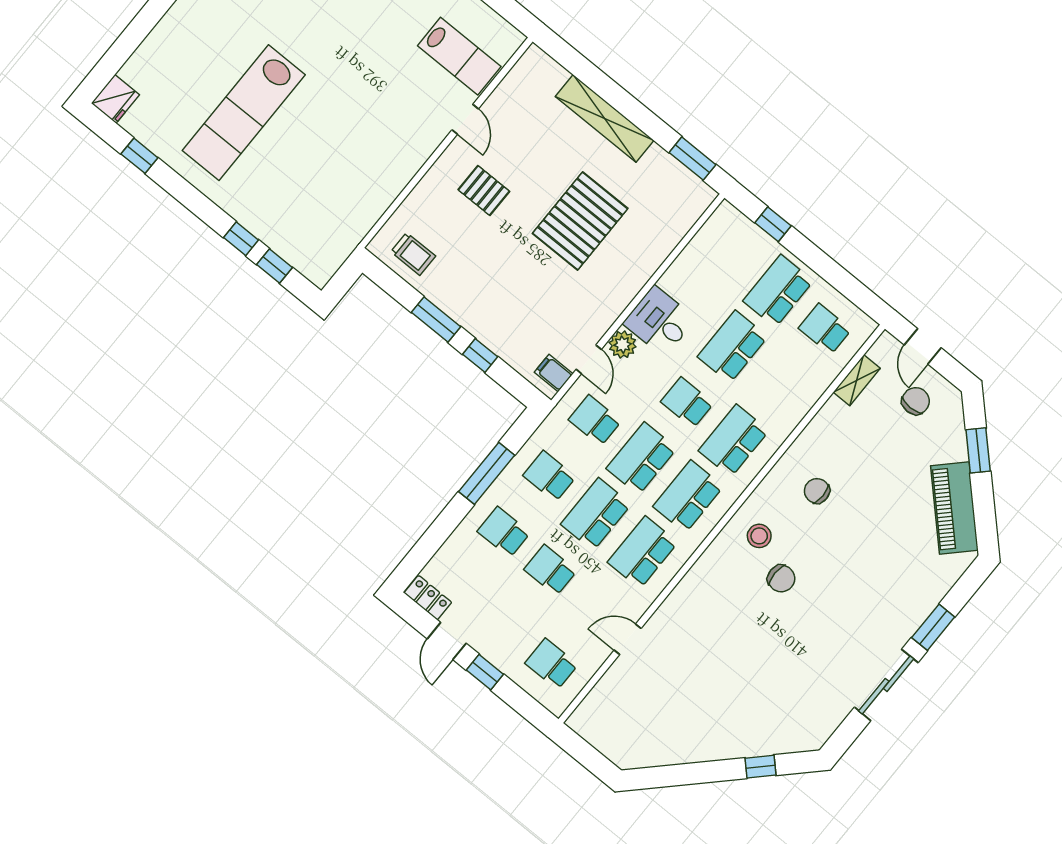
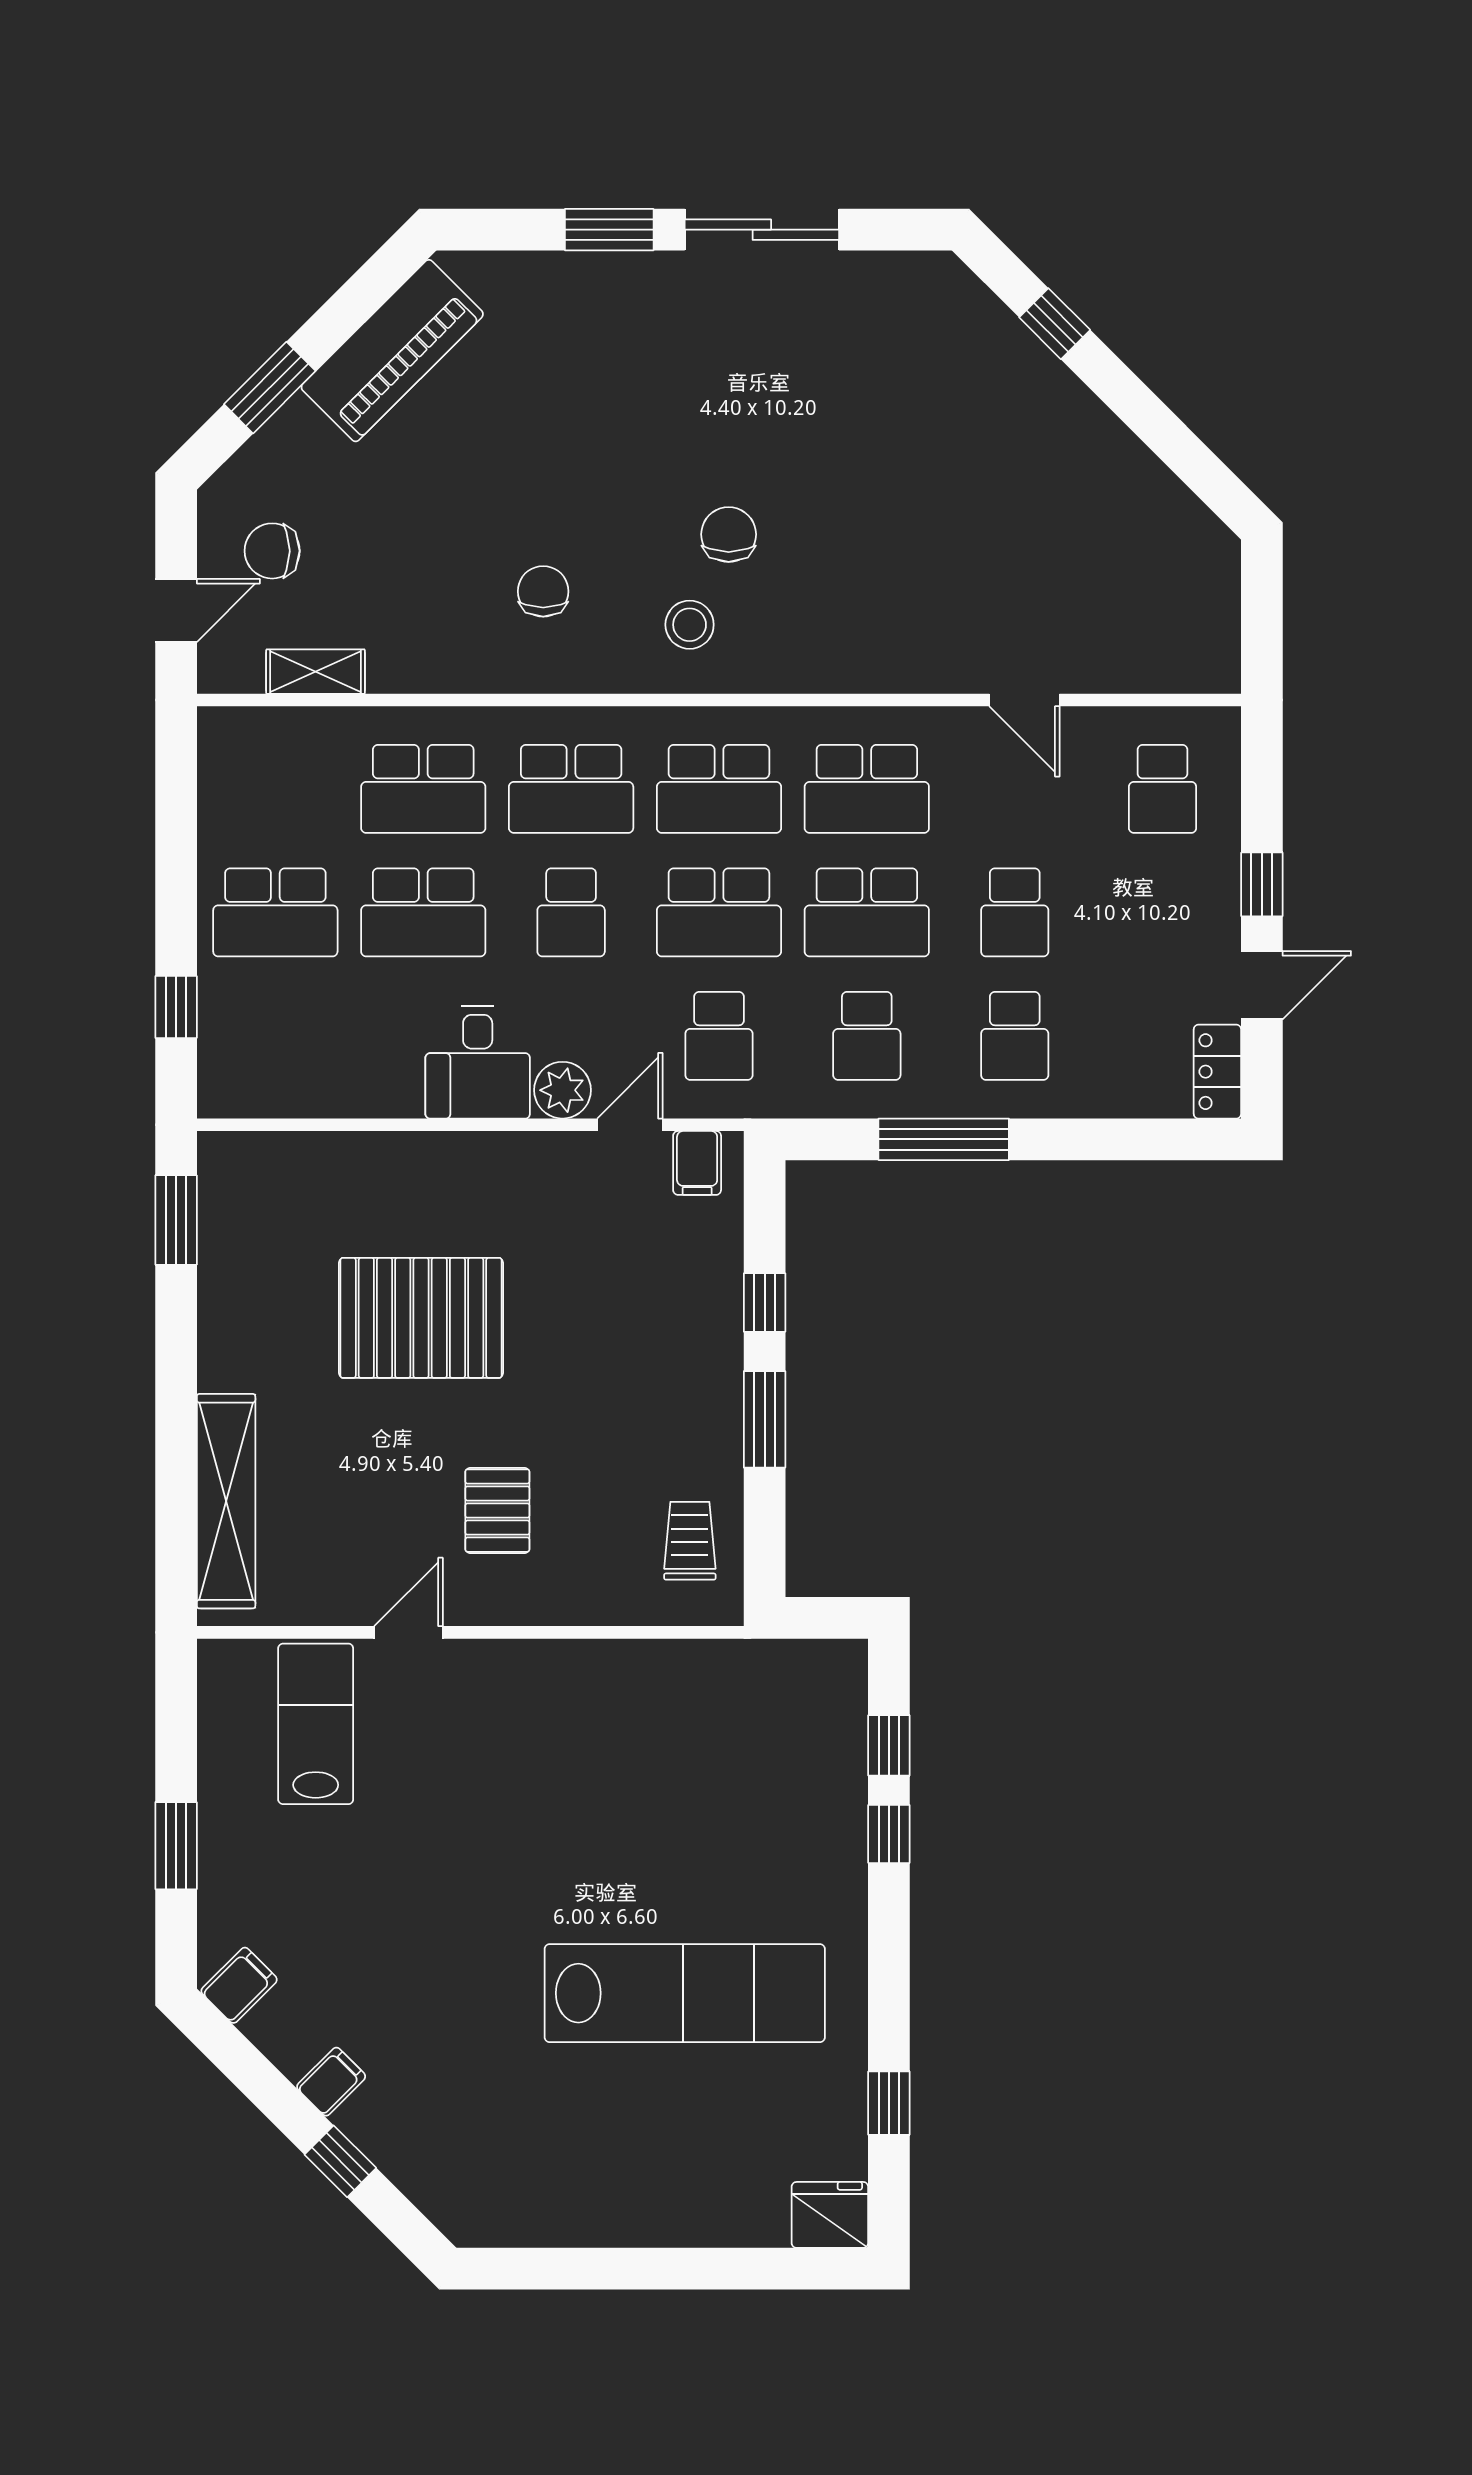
shelving: (605, 118) -> (226, 1501), moved
school desk: (825, 329) -> (423, 789), moved, width x1.85
chair: (817, 491) -> (543, 591), turned 180

